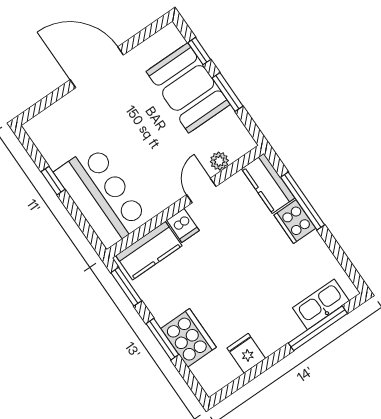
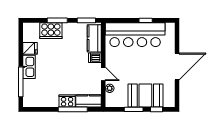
bar counter: (101, 196) -> (135, 35), width x1.36
kitchen sink: (321, 304) -> (29, 67), moved

